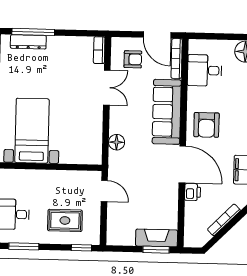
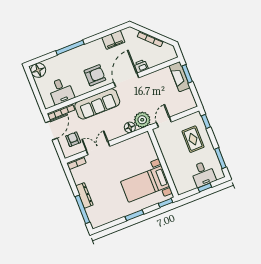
dresser: (28, 42) -> (84, 195), moved
plant: (120, 163) -> (142, 120), added

